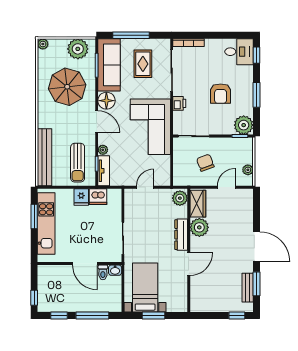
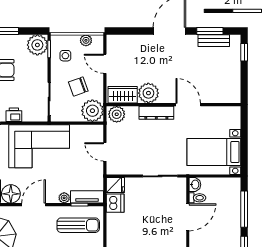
side table: (234, 151) -> (65, 56), added
plant: (183, 176) -> (92, 111), added
fridge: (81, 197) -> (115, 185), moved
window: (153, 316) -> (244, 143), removed

